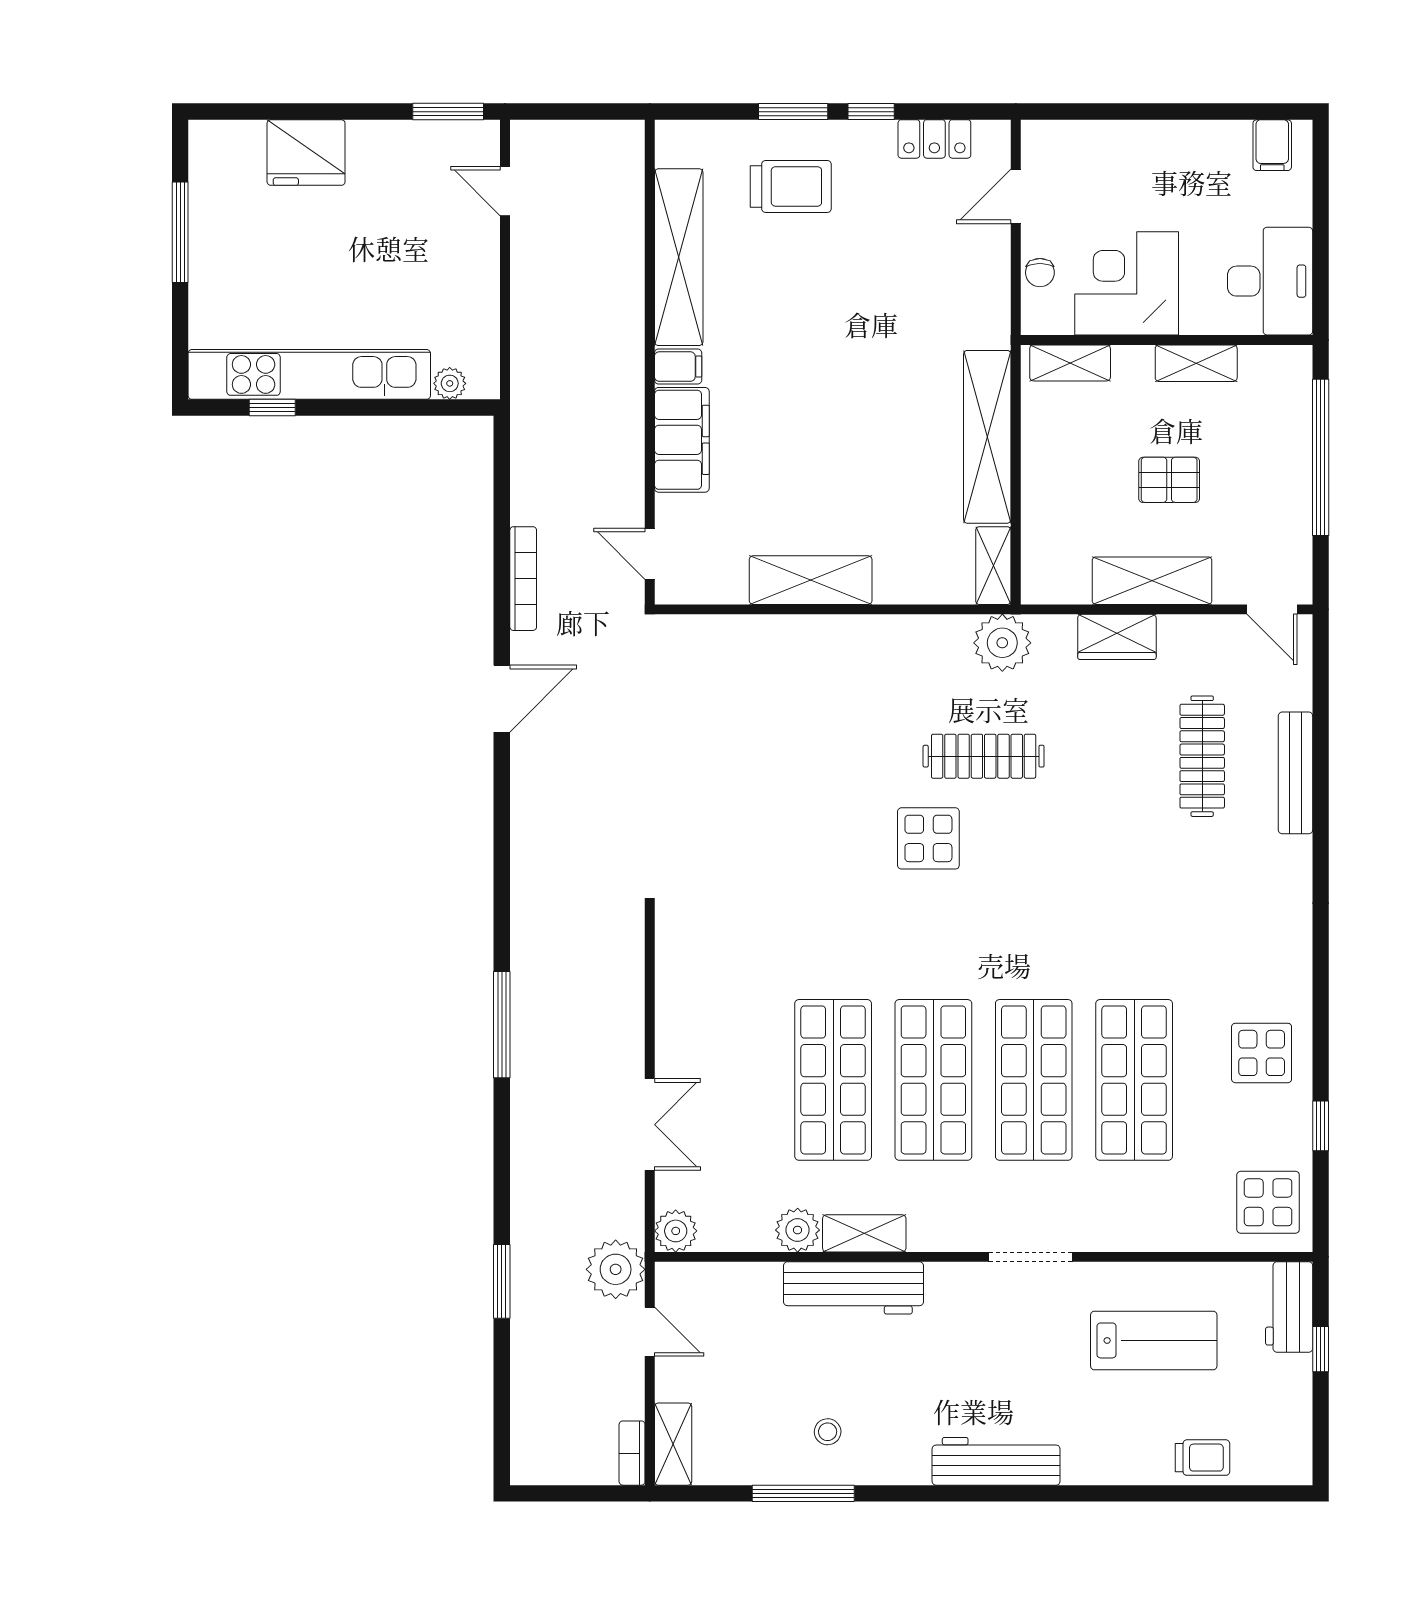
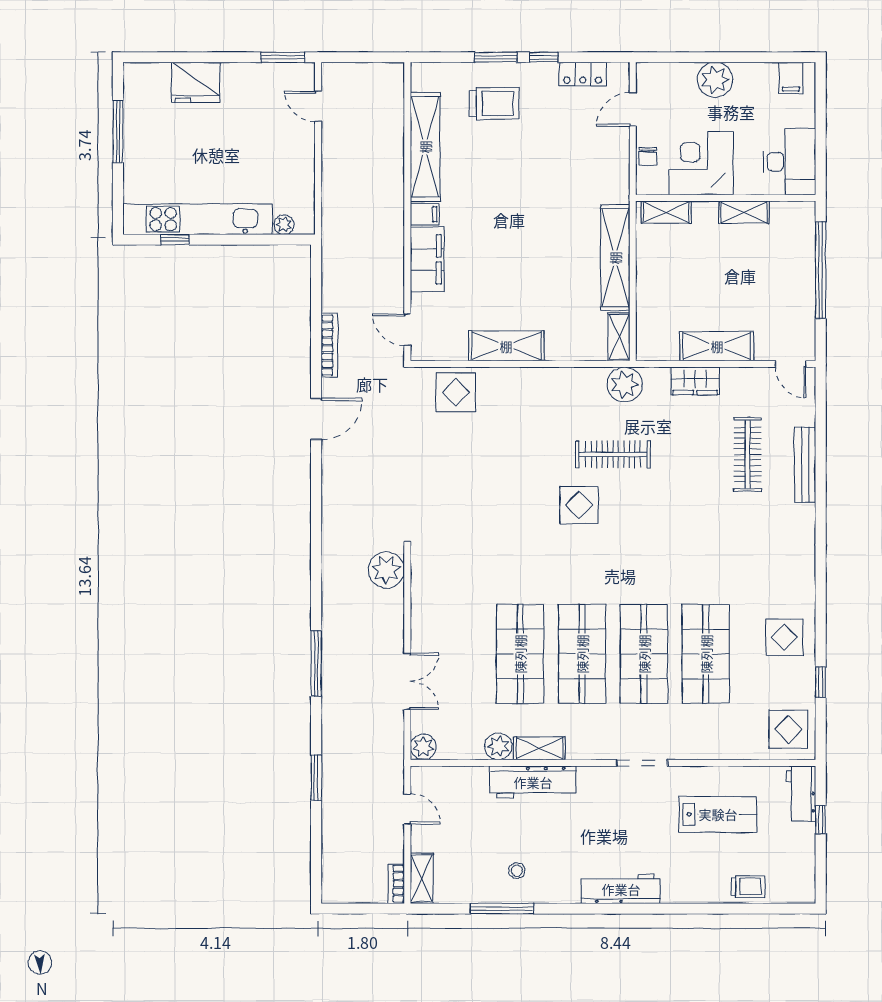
plant: (1149, 148) -> (715, 80), added
pallet: (1169, 480) -> (727, 284), removed
display table: (728, 656) -> (456, 392), added
window: (502, 1025) -> (316, 664), moved
plant: (616, 1269) -> (386, 570), moved

